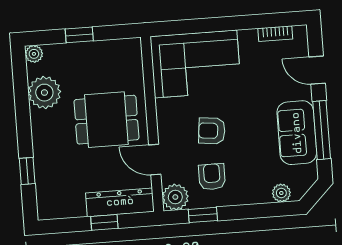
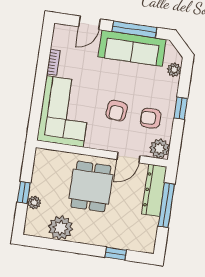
bookcase: (275, 34) -> (53, 62), moved
plant: (34, 54) -> (34, 203), moved
sofa: (297, 133) -> (132, 48), width x1.36
window: (203, 215) -> (181, 108), moved
window: (104, 222) -> (166, 205), width x2.17

